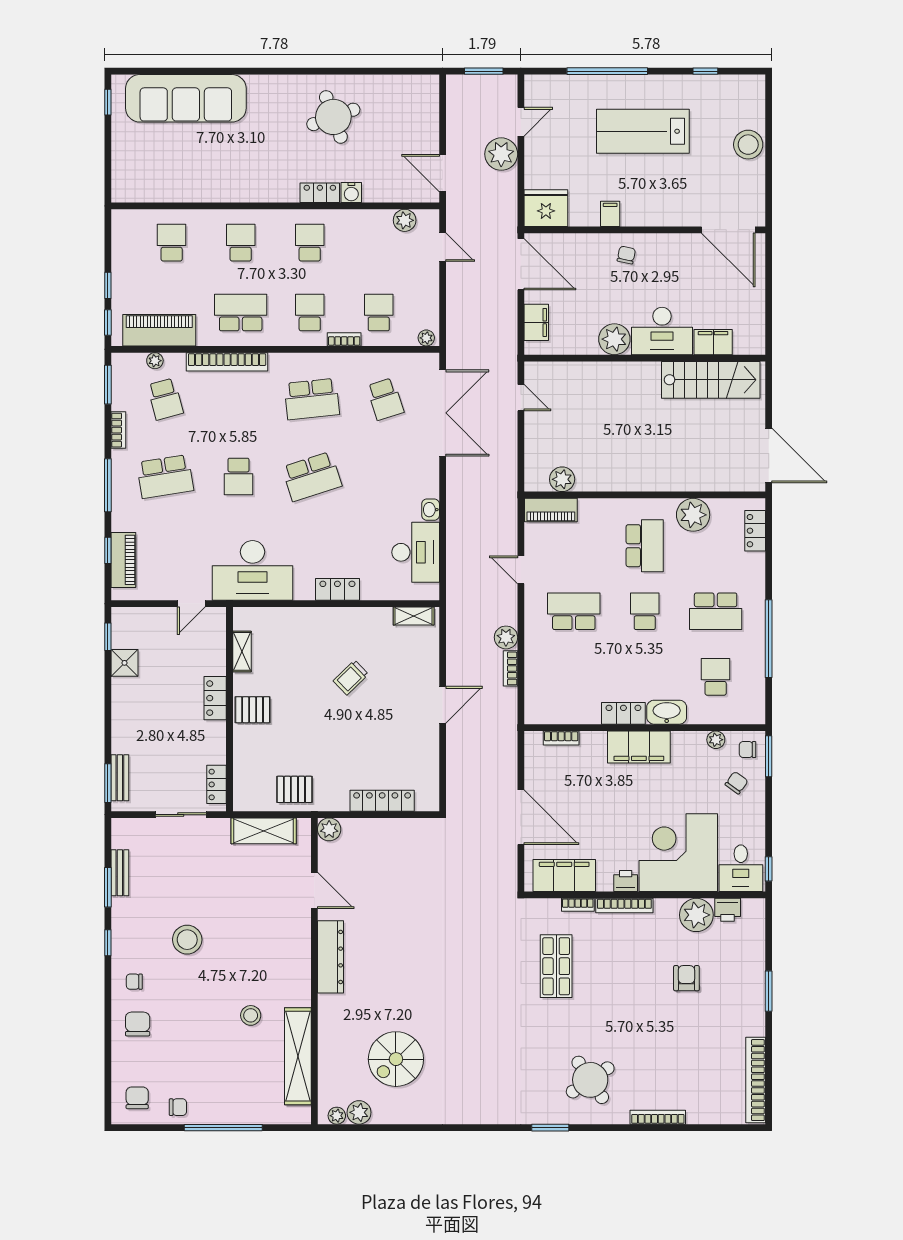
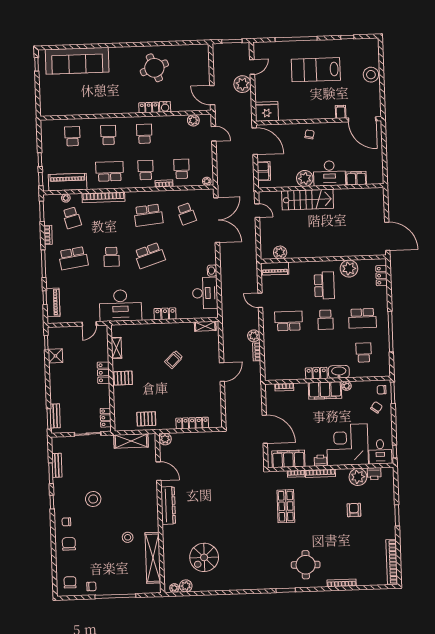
filing cabinet: (610, 214) -> (341, 112), moved
stairs: (711, 380) -> (308, 200), moved
school desk: (645, 611) -> (326, 320), turned 180
plant: (716, 740) -> (347, 386), moved
round table: (590, 1080) -> (306, 565), turned 35

